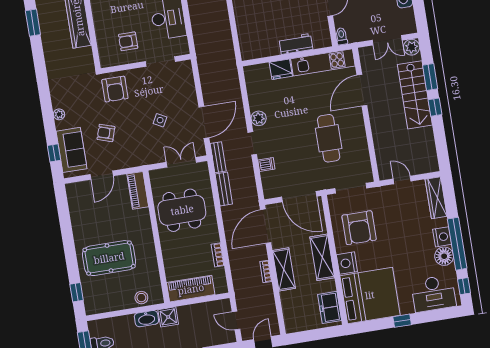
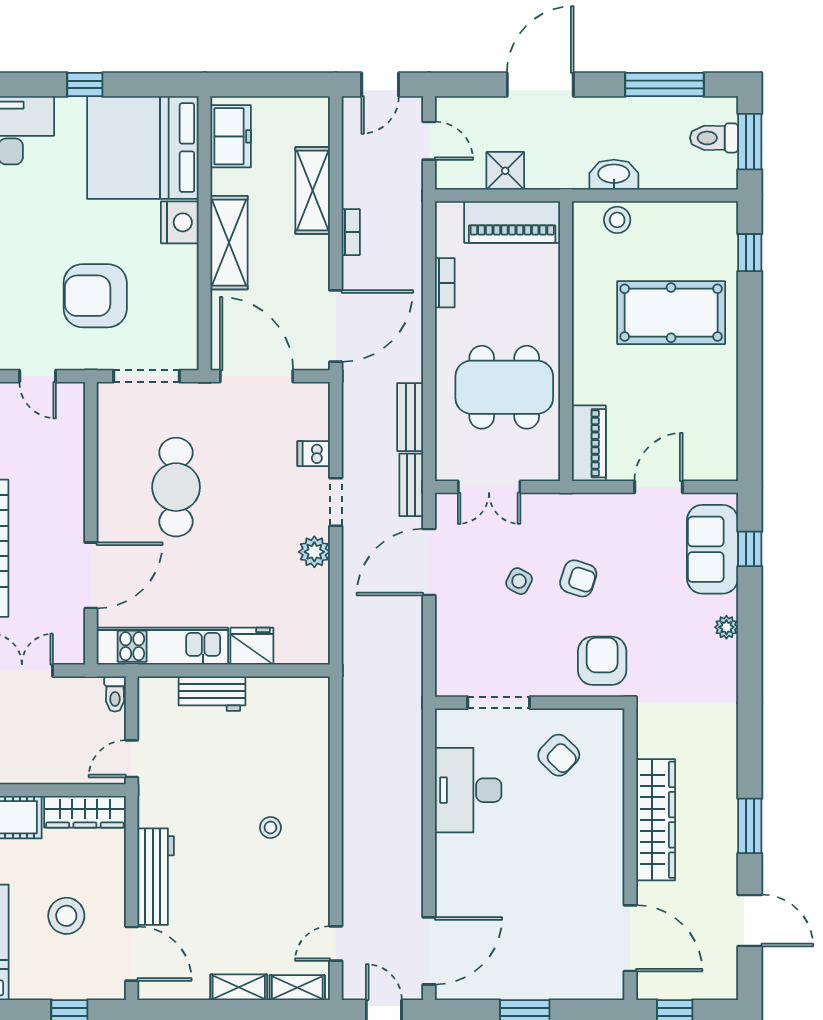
armchair: (128, 41) -> (559, 755), turned 44
armchair: (106, 133) -> (578, 578), moved
armchair: (359, 228) -> (95, 296), moved, turned -90
shelving: (284, 269) -> (313, 191), moved
shower: (168, 317) -> (505, 171), moved

